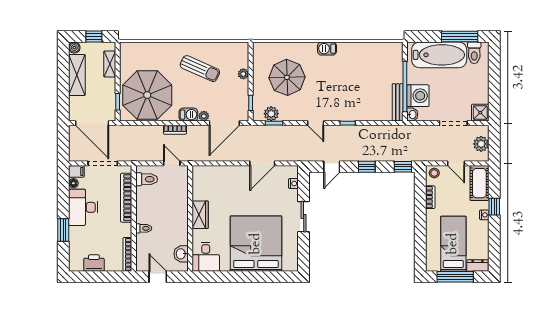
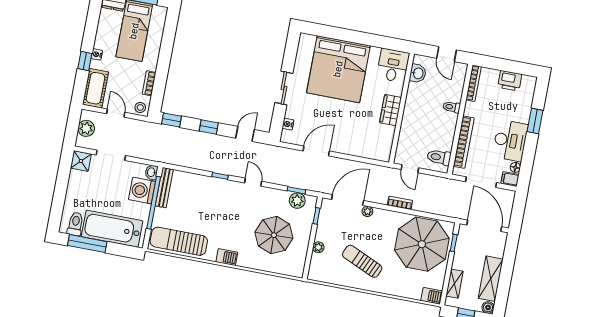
sun lounger: (375, 55) -> (179, 241), added
barbecue: (188, 115) -> (432, 296), moved, turned 180

